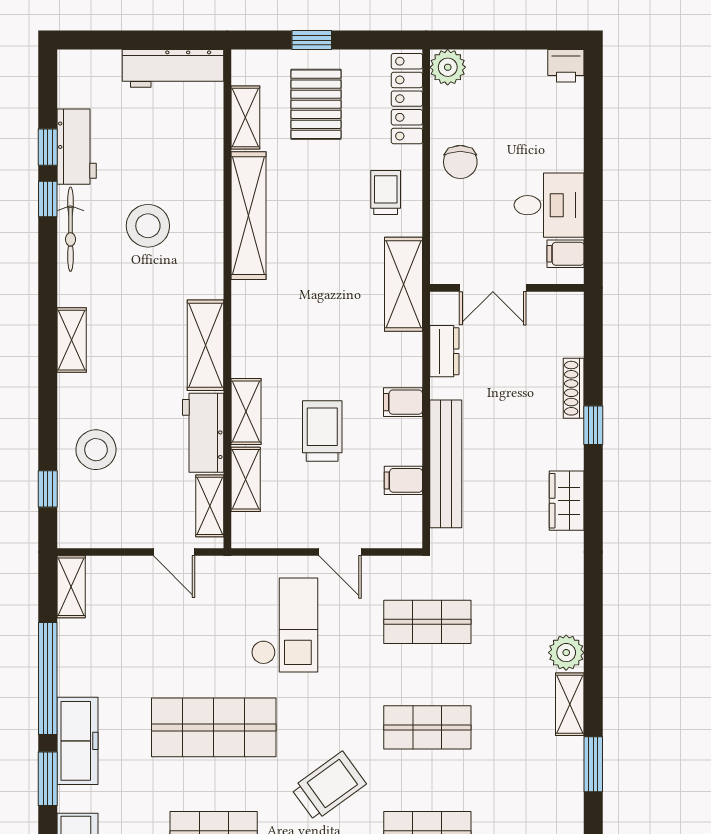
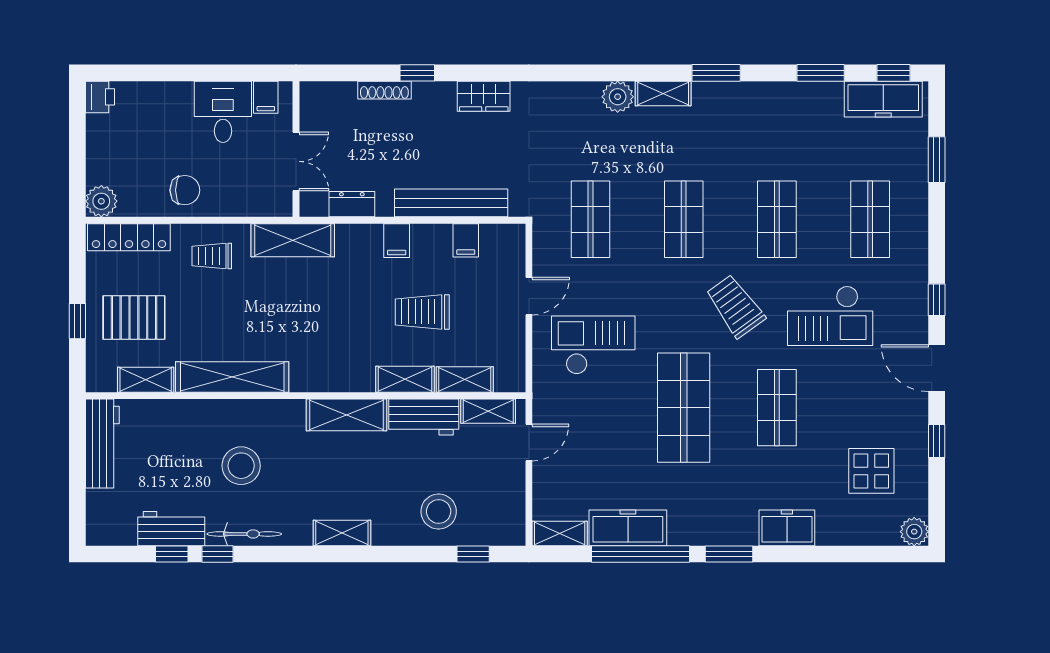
freezer: (77, 741) -> (628, 528), moved

